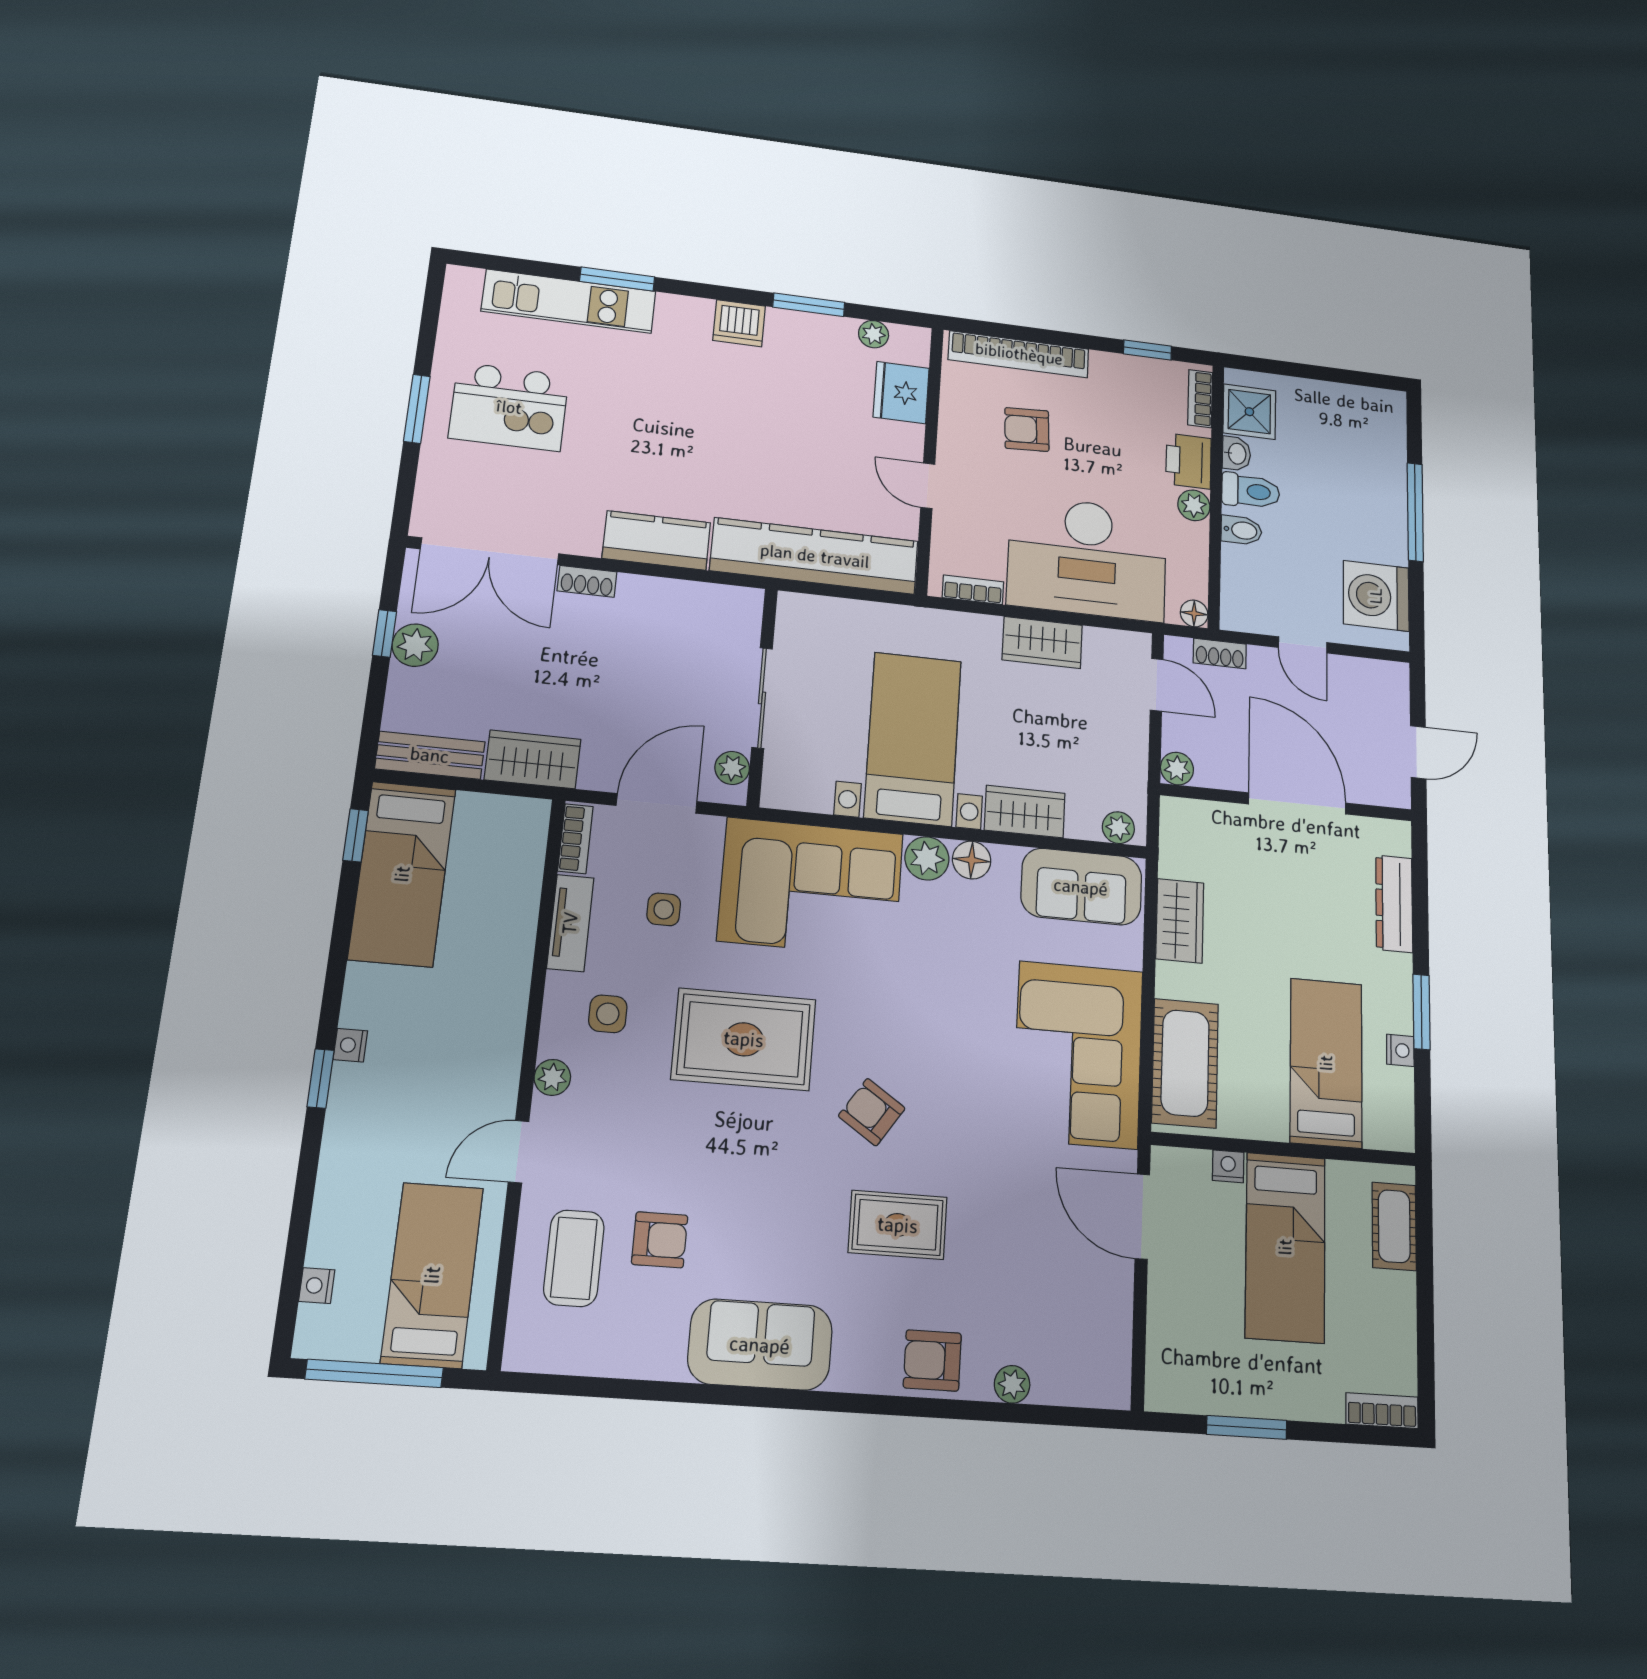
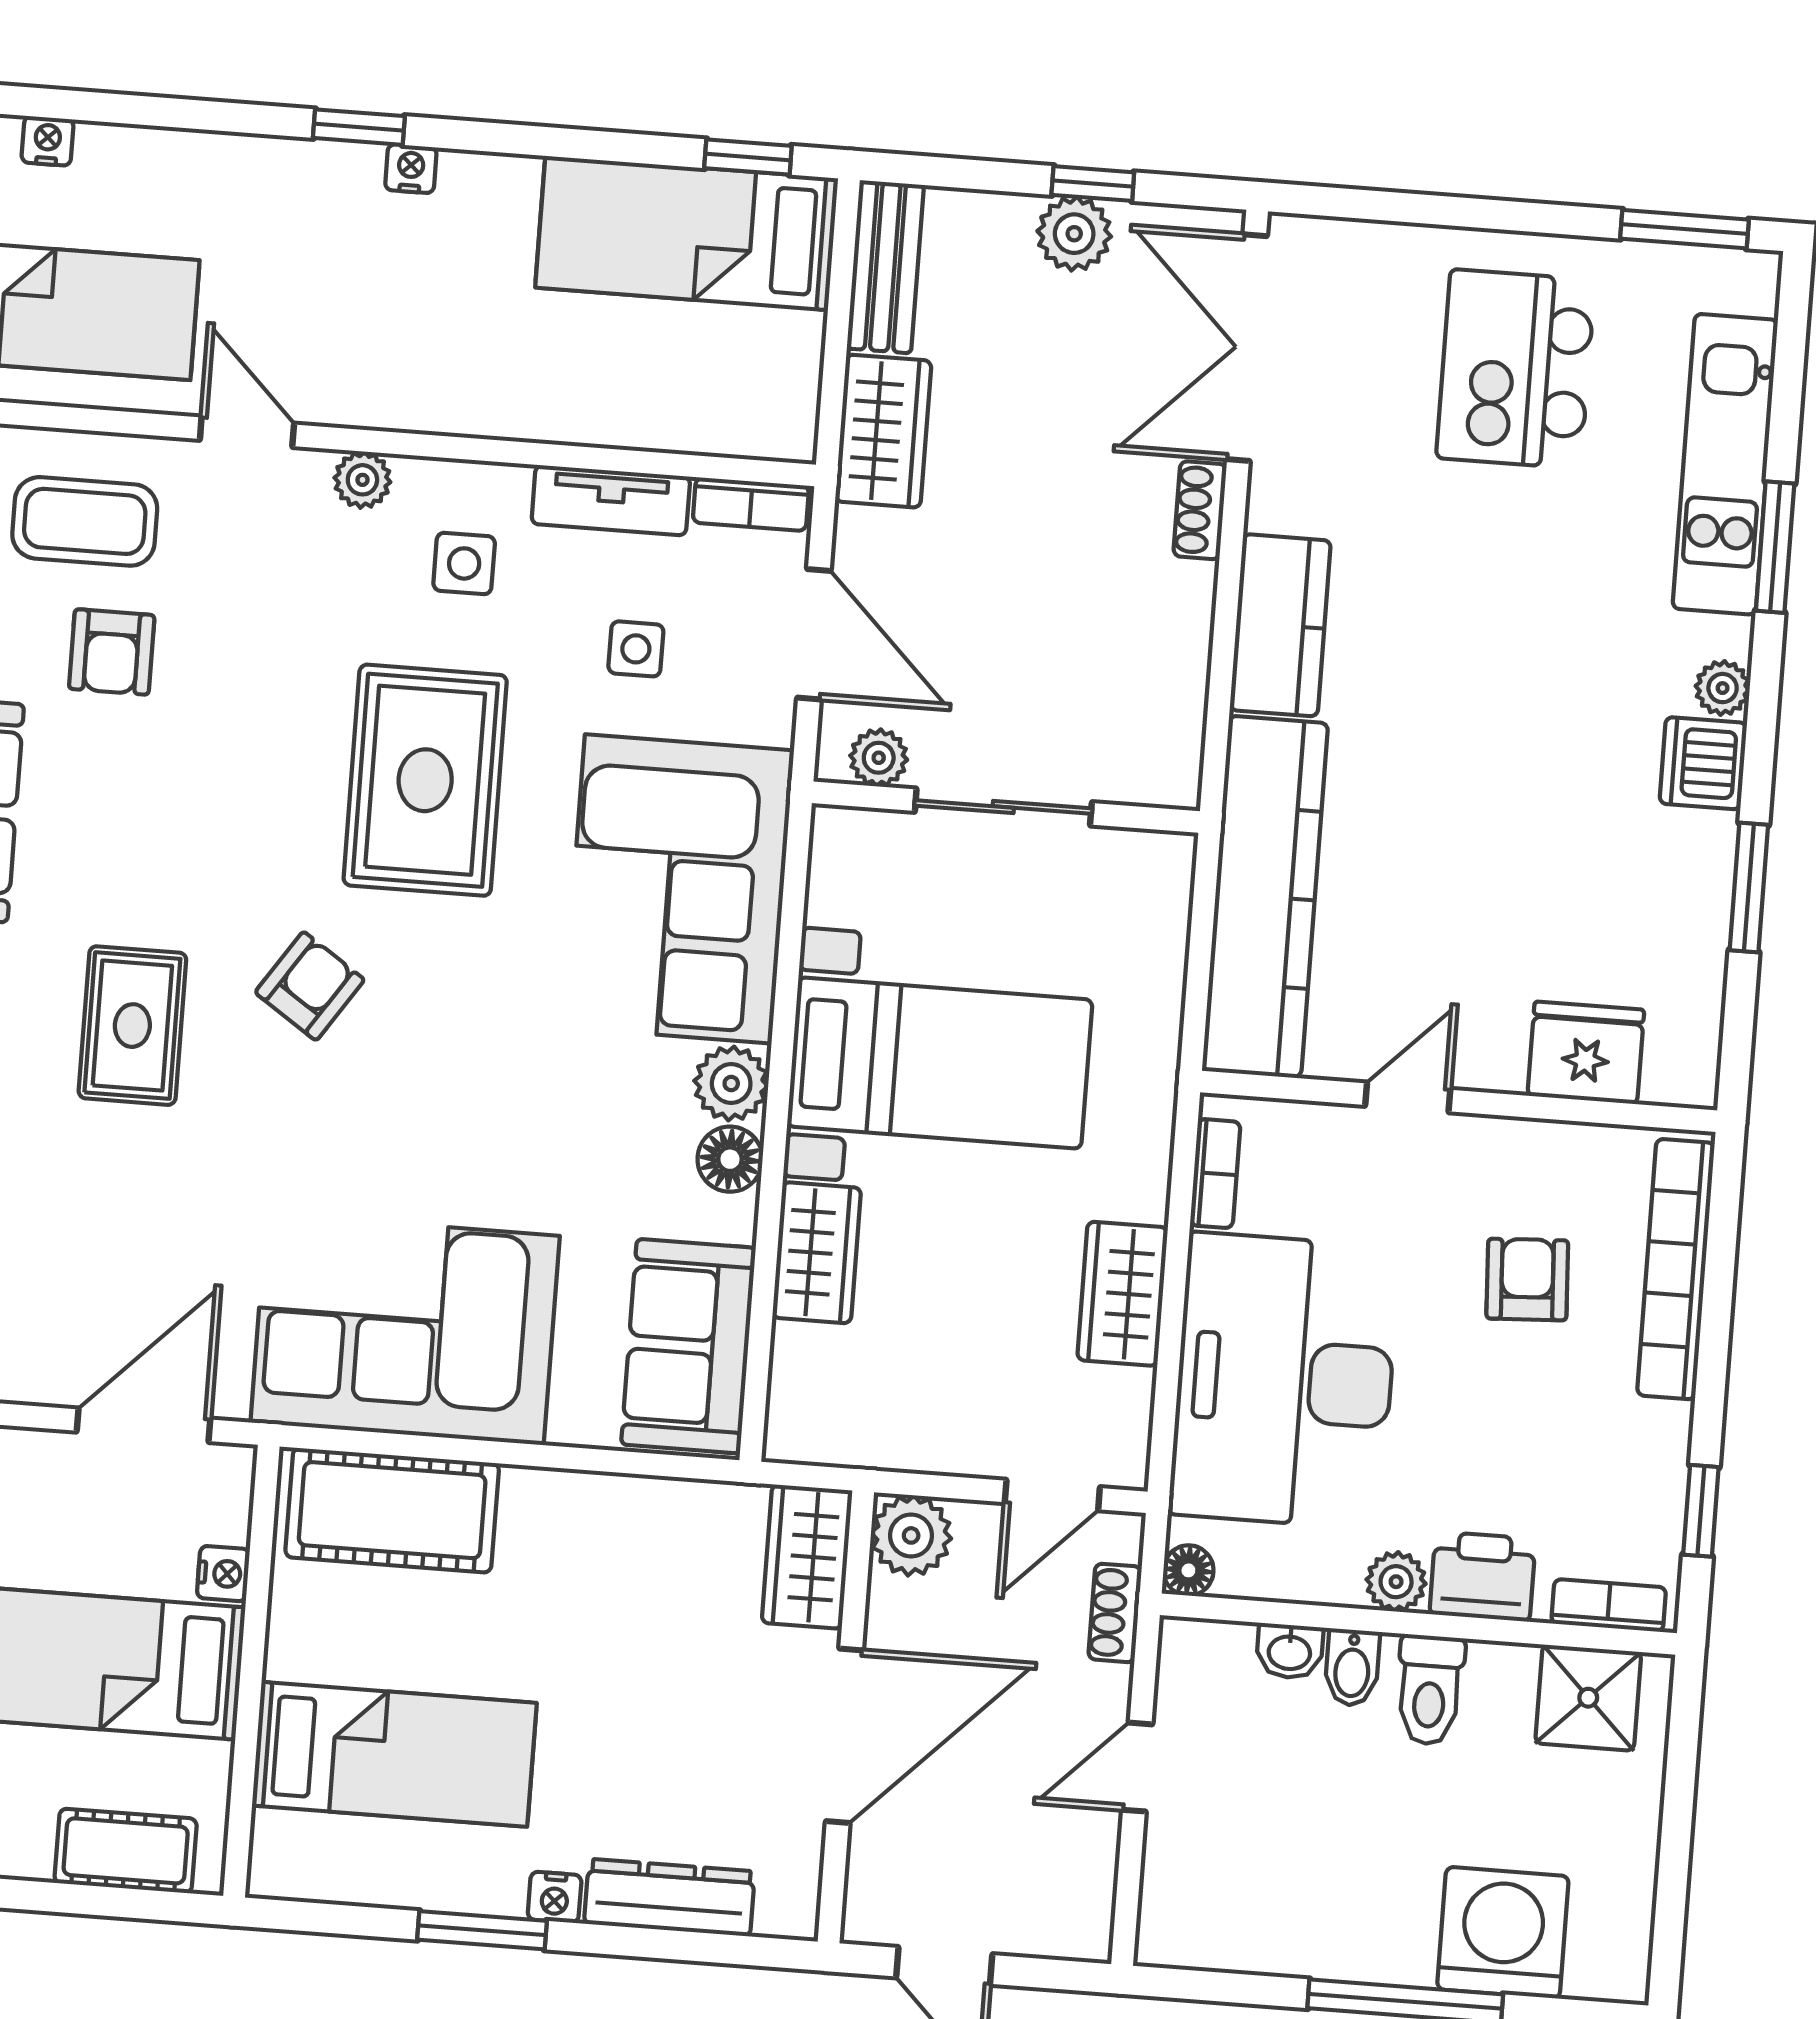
plant: (874, 334) -> (1723, 688), moved
window: (417, 409) -> (1684, 229), moved
washbasin: (1236, 454) -> (1289, 1651), moved
washing machine: (1376, 596) -> (1503, 1933), moved
plant: (1177, 769) -> (911, 1535), width x1.38, depth x1.38
plant: (1118, 828) -> (793, 1415), removed
wardrobe: (1180, 921) -> (807, 1557), moved, turned 90
nightstand: (1400, 1050) -> (555, 1897), moved

